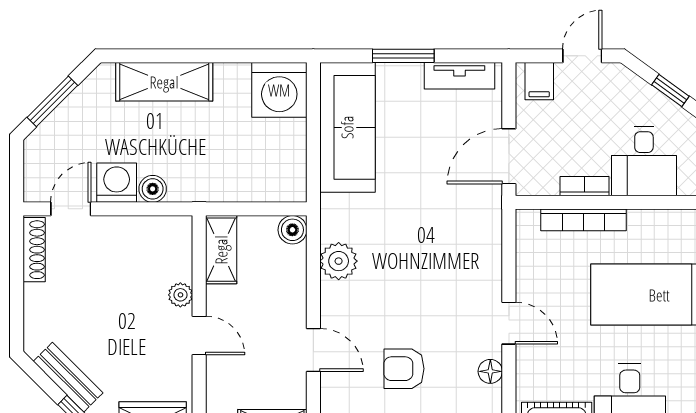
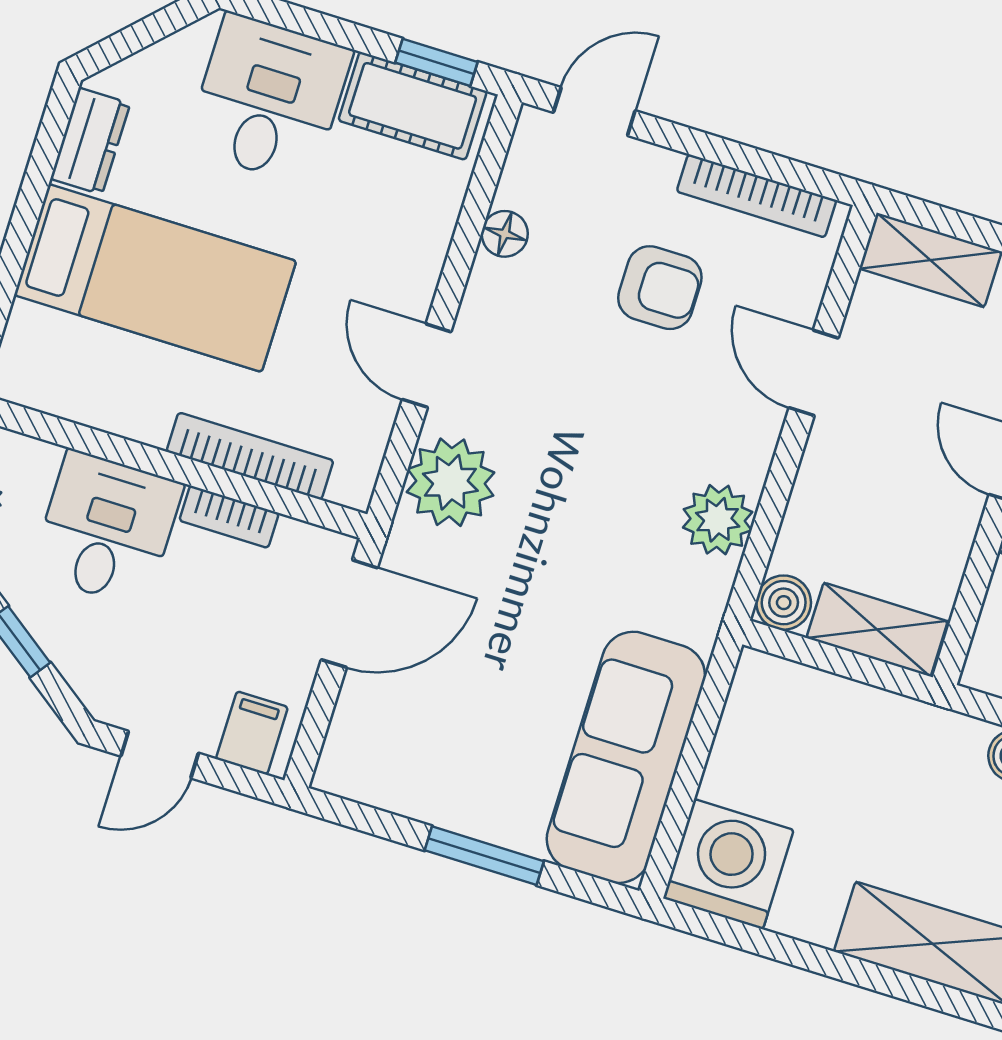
tv unit: (459, 76) -> (393, 788), removed
plant: (479, 238) -> (450, 482), added
shelving: (221, 250) -> (877, 630), moved, turned 90
door: (509, 323) -> (427, 366), moved

